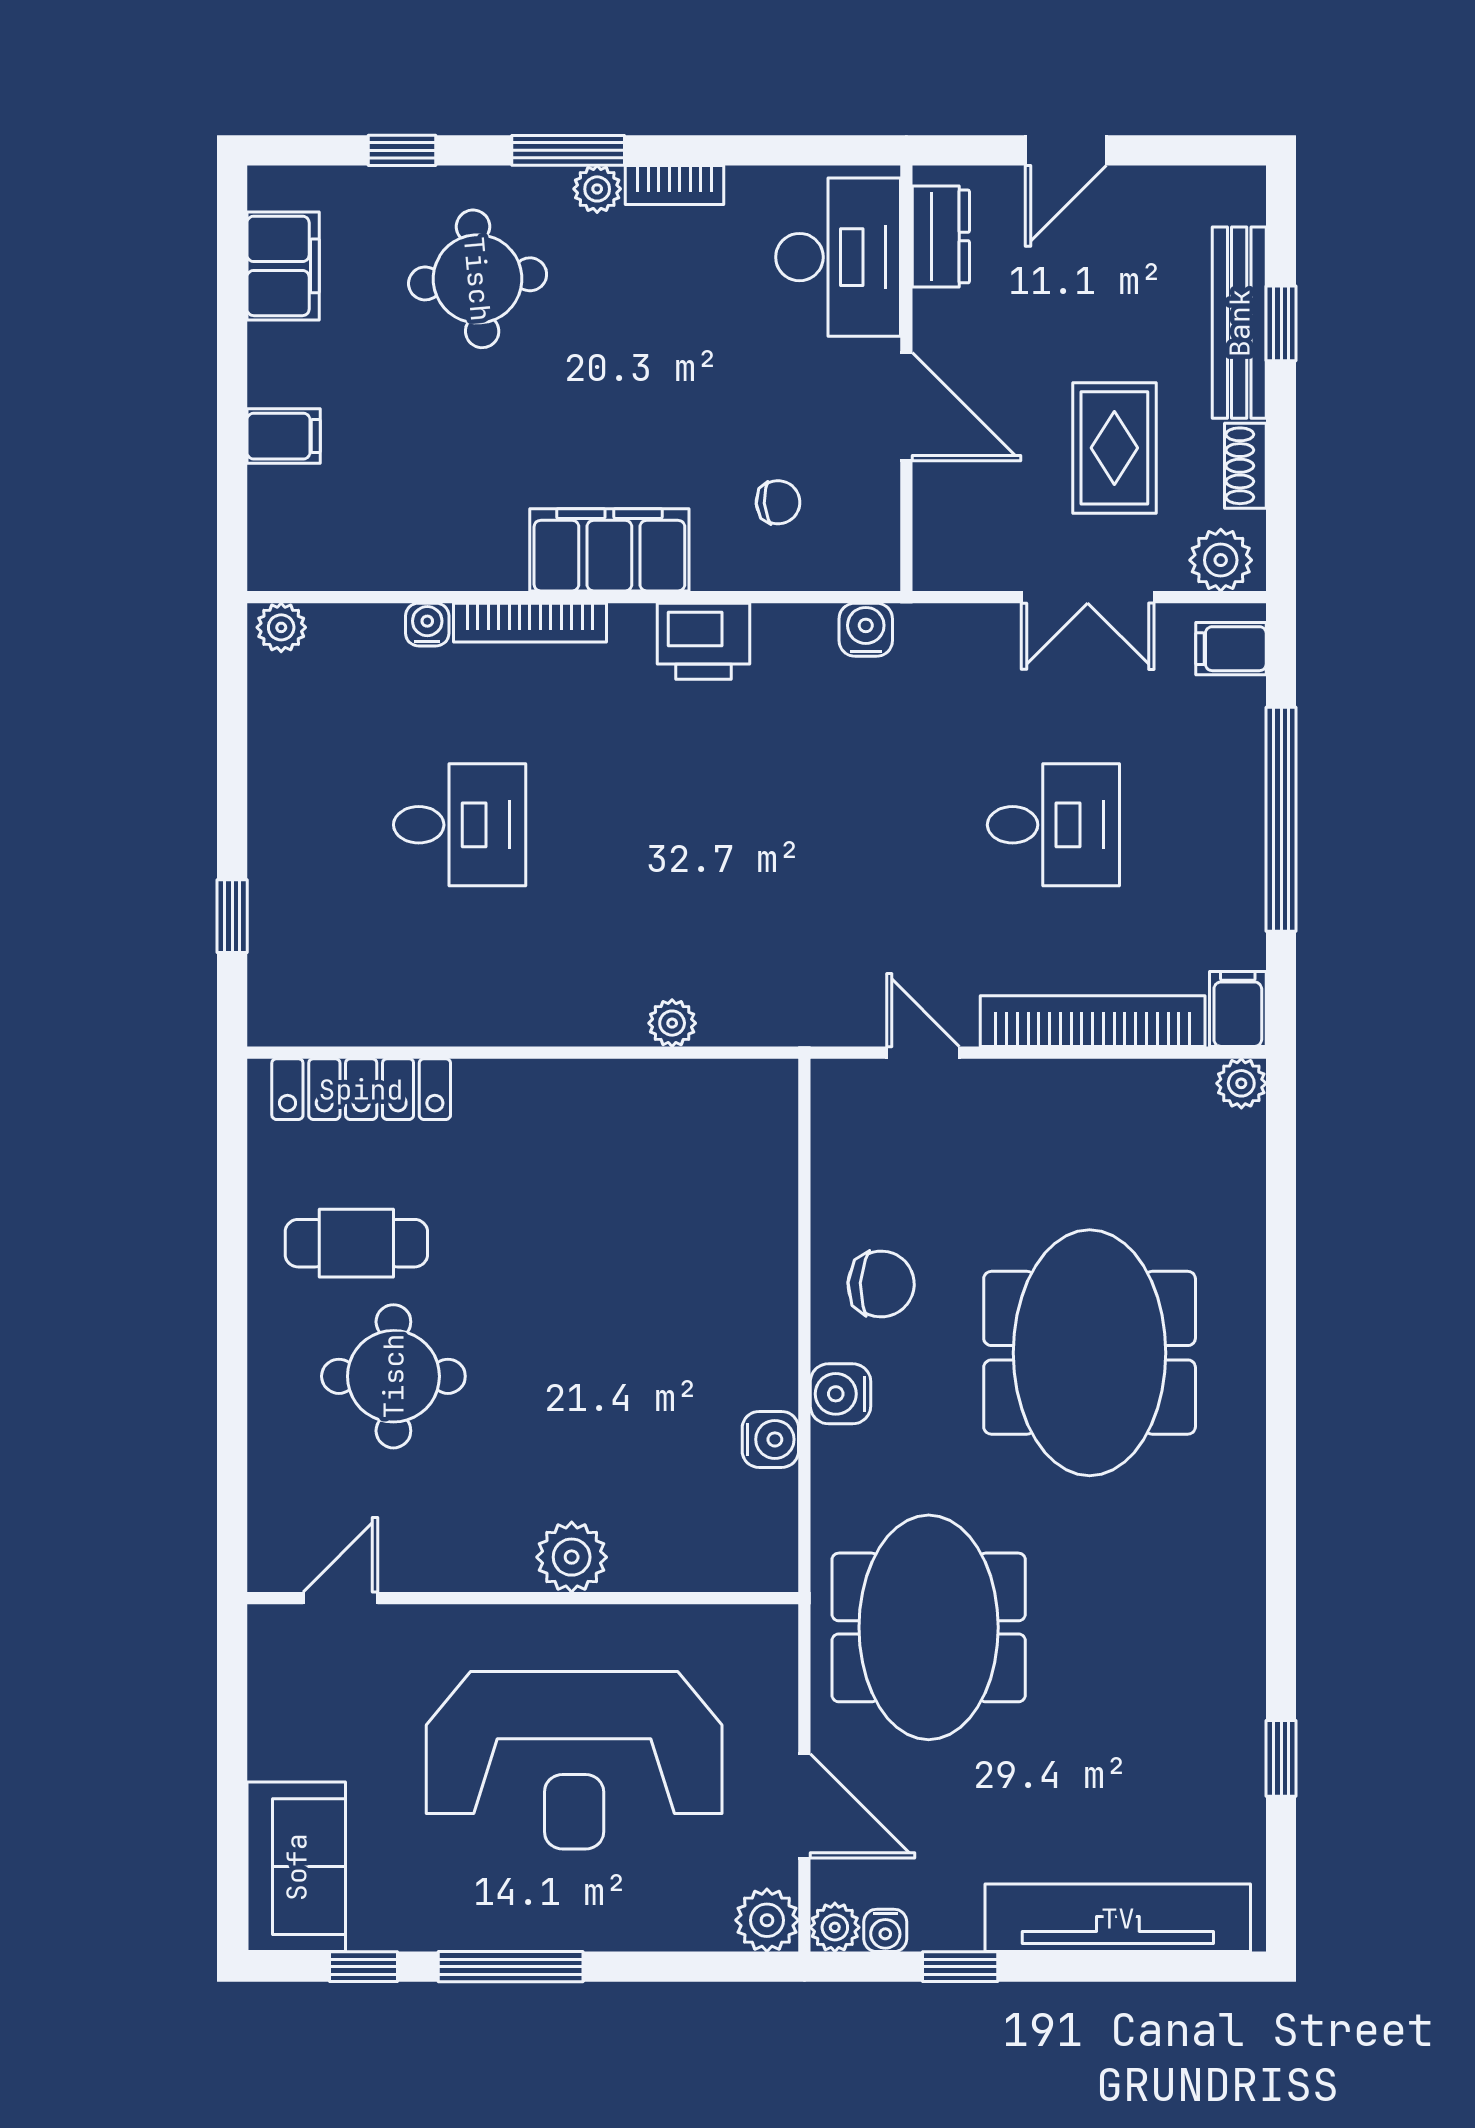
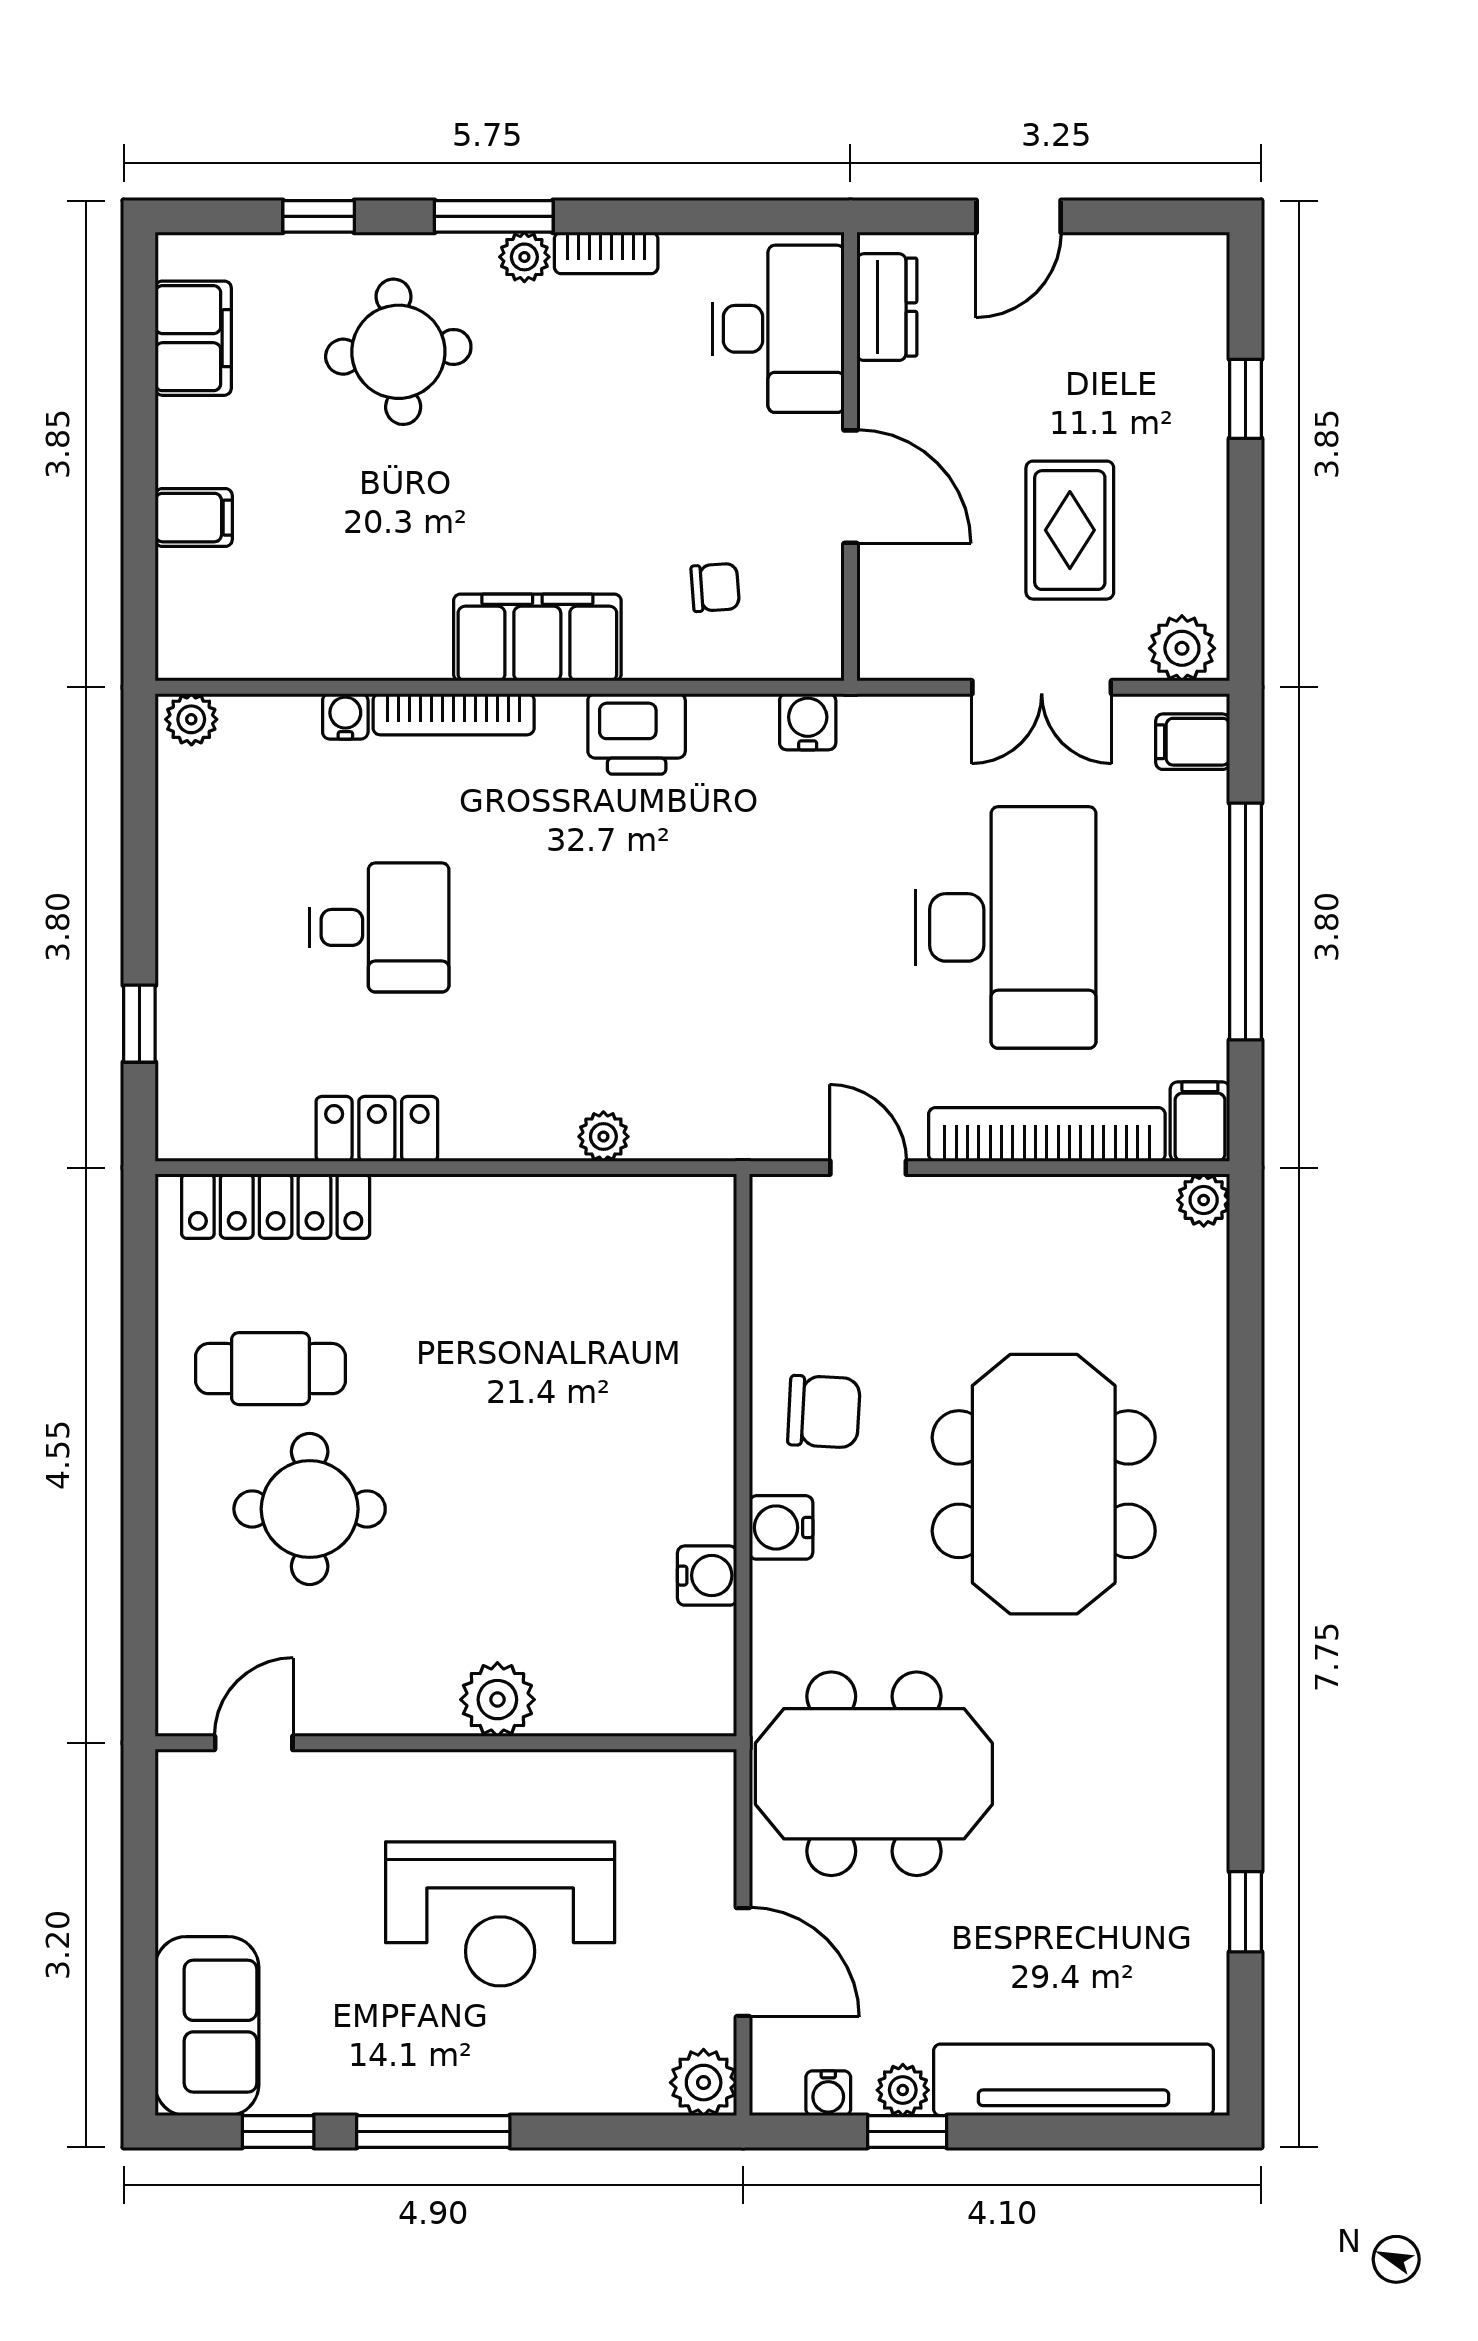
bench: (1239, 323) -> (1201, 398), removed
shoe rack: (1245, 466) -> (1208, 549), removed
desk: (1053, 825) -> (1006, 927), width x1.87, depth x1.30
locker: (457, 1016) -> (377, 1129), added
meeting table: (929, 1627) -> (874, 1774), turned 90
reception desk: (574, 1760) -> (500, 1914), width x0.74, depth x0.77
plant: (835, 1927) -> (903, 2090), moved

